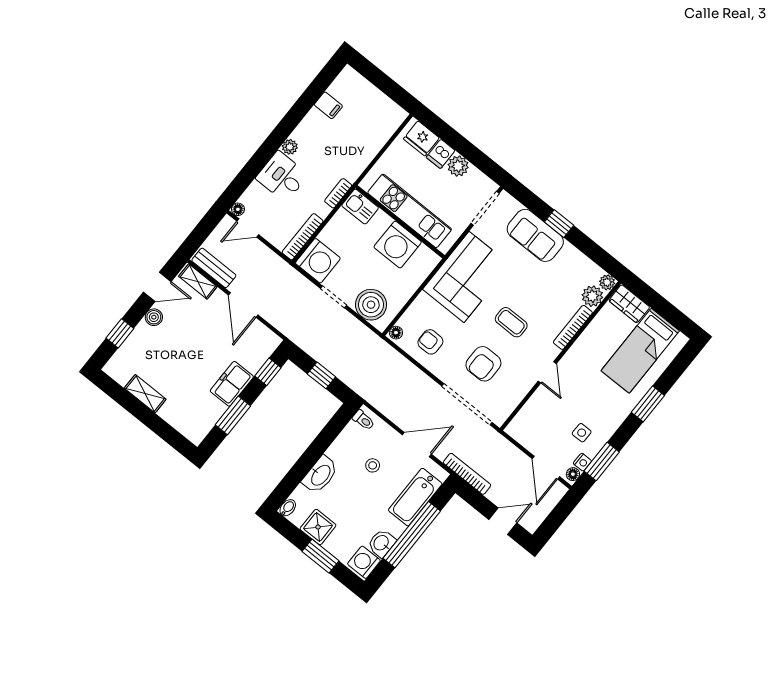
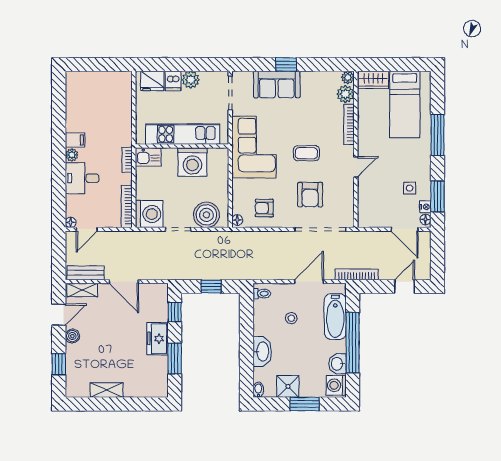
filing cabinet: (328, 105) -> (75, 140), moved
door: (547, 372) -> (356, 167), hinge flipped
window: (648, 404) -> (437, 135), width x1.44

